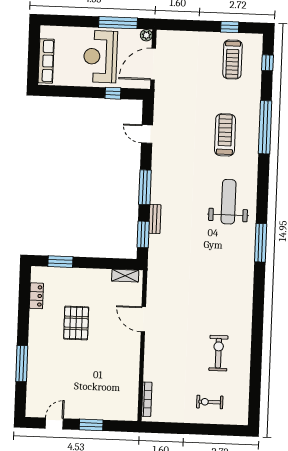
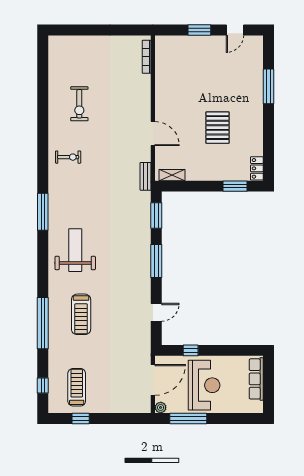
door: (147, 134) -> (156, 312), hinge flipped
weight bench: (229, 202) -> (75, 250), turned 180
bench: (155, 219) -> (146, 176), moved
locker: (36, 296) -> (257, 168), moved
exercise bike: (210, 402) -> (68, 157), moved

